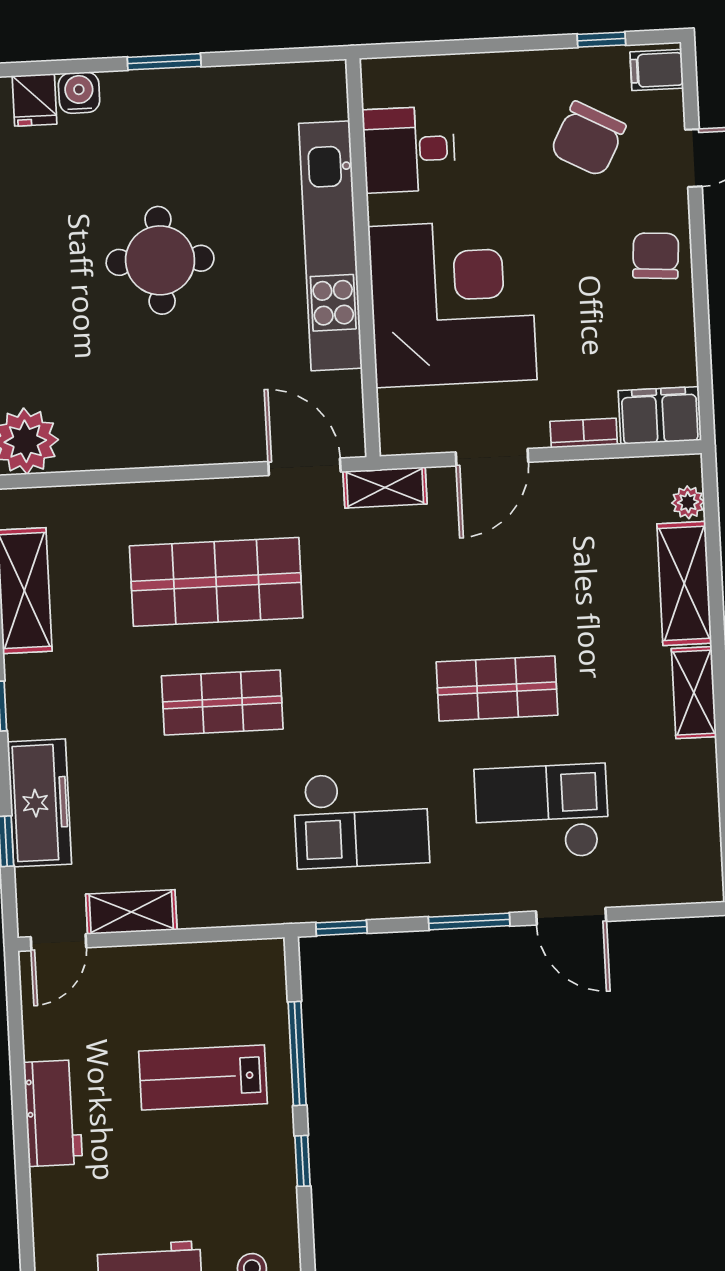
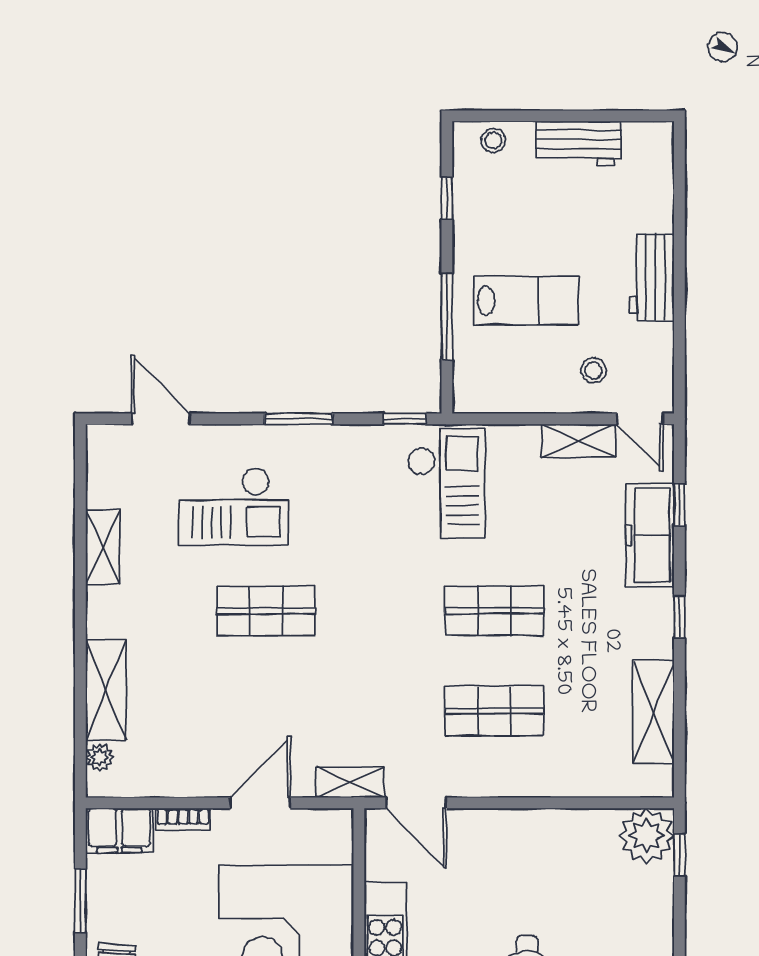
window: (702, 329) -> (80, 901), added
shop shelf: (216, 582) -> (494, 711), width x0.70, depth x0.74
shelving: (694, 693) -> (103, 547), moved
checkout: (361, 819) -> (446, 483), moved, turned 90
door: (571, 916) -> (161, 419), moved
door: (59, 942) -> (640, 419), swing flipped
stool: (117, 998) -> (594, 370), added
window: (302, 1161) -> (447, 199), moved

